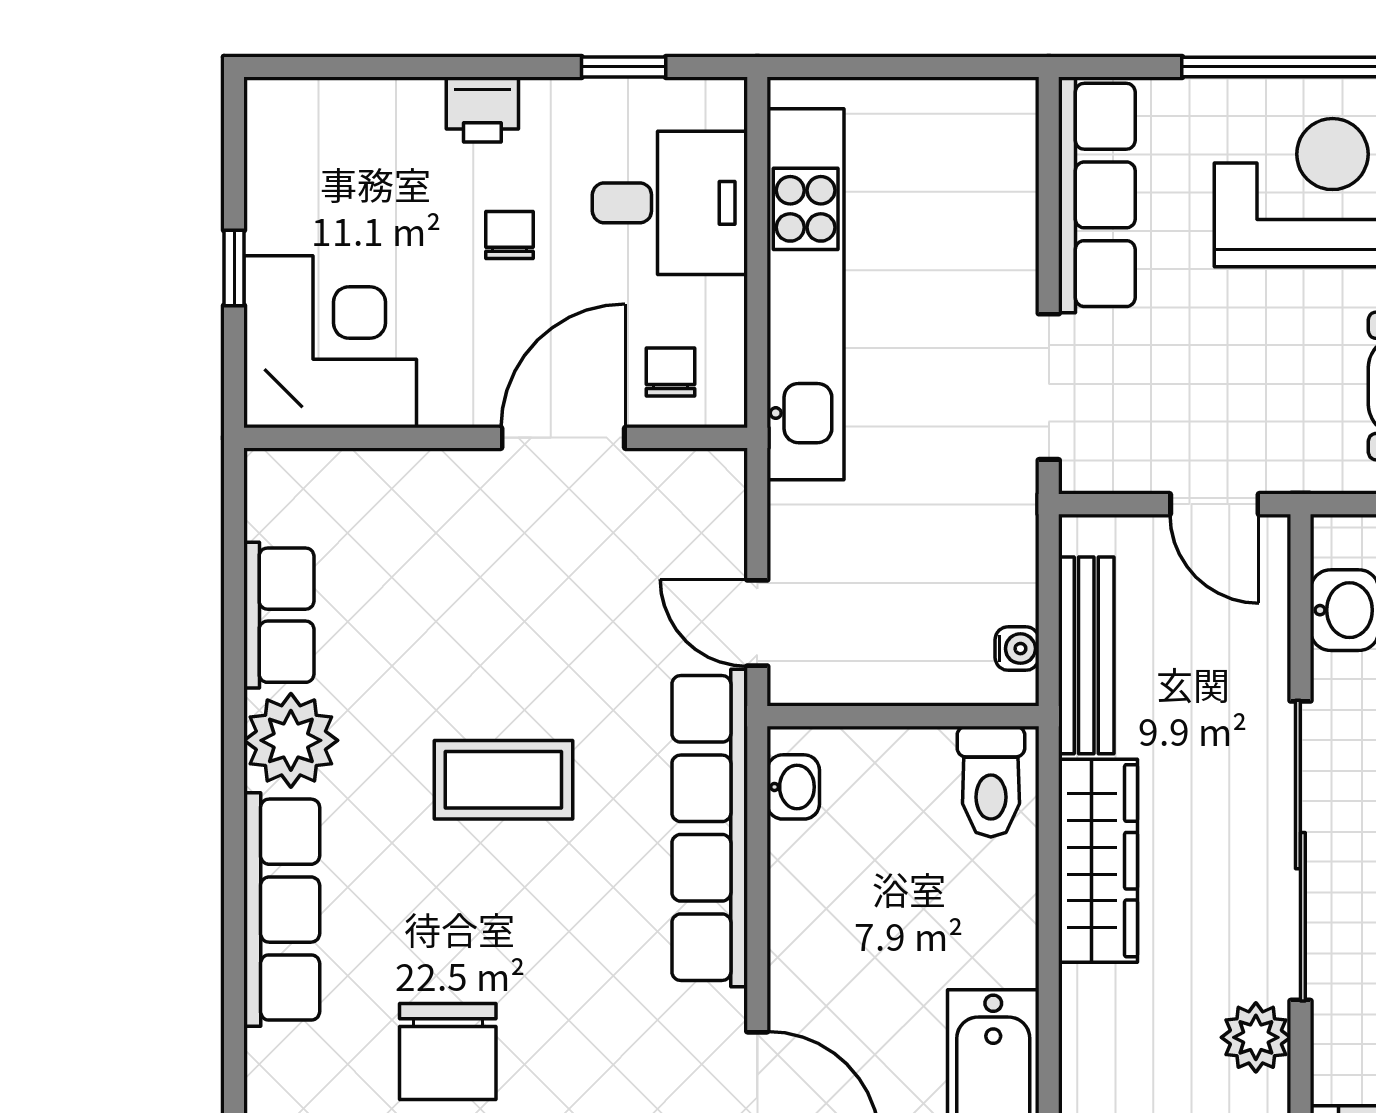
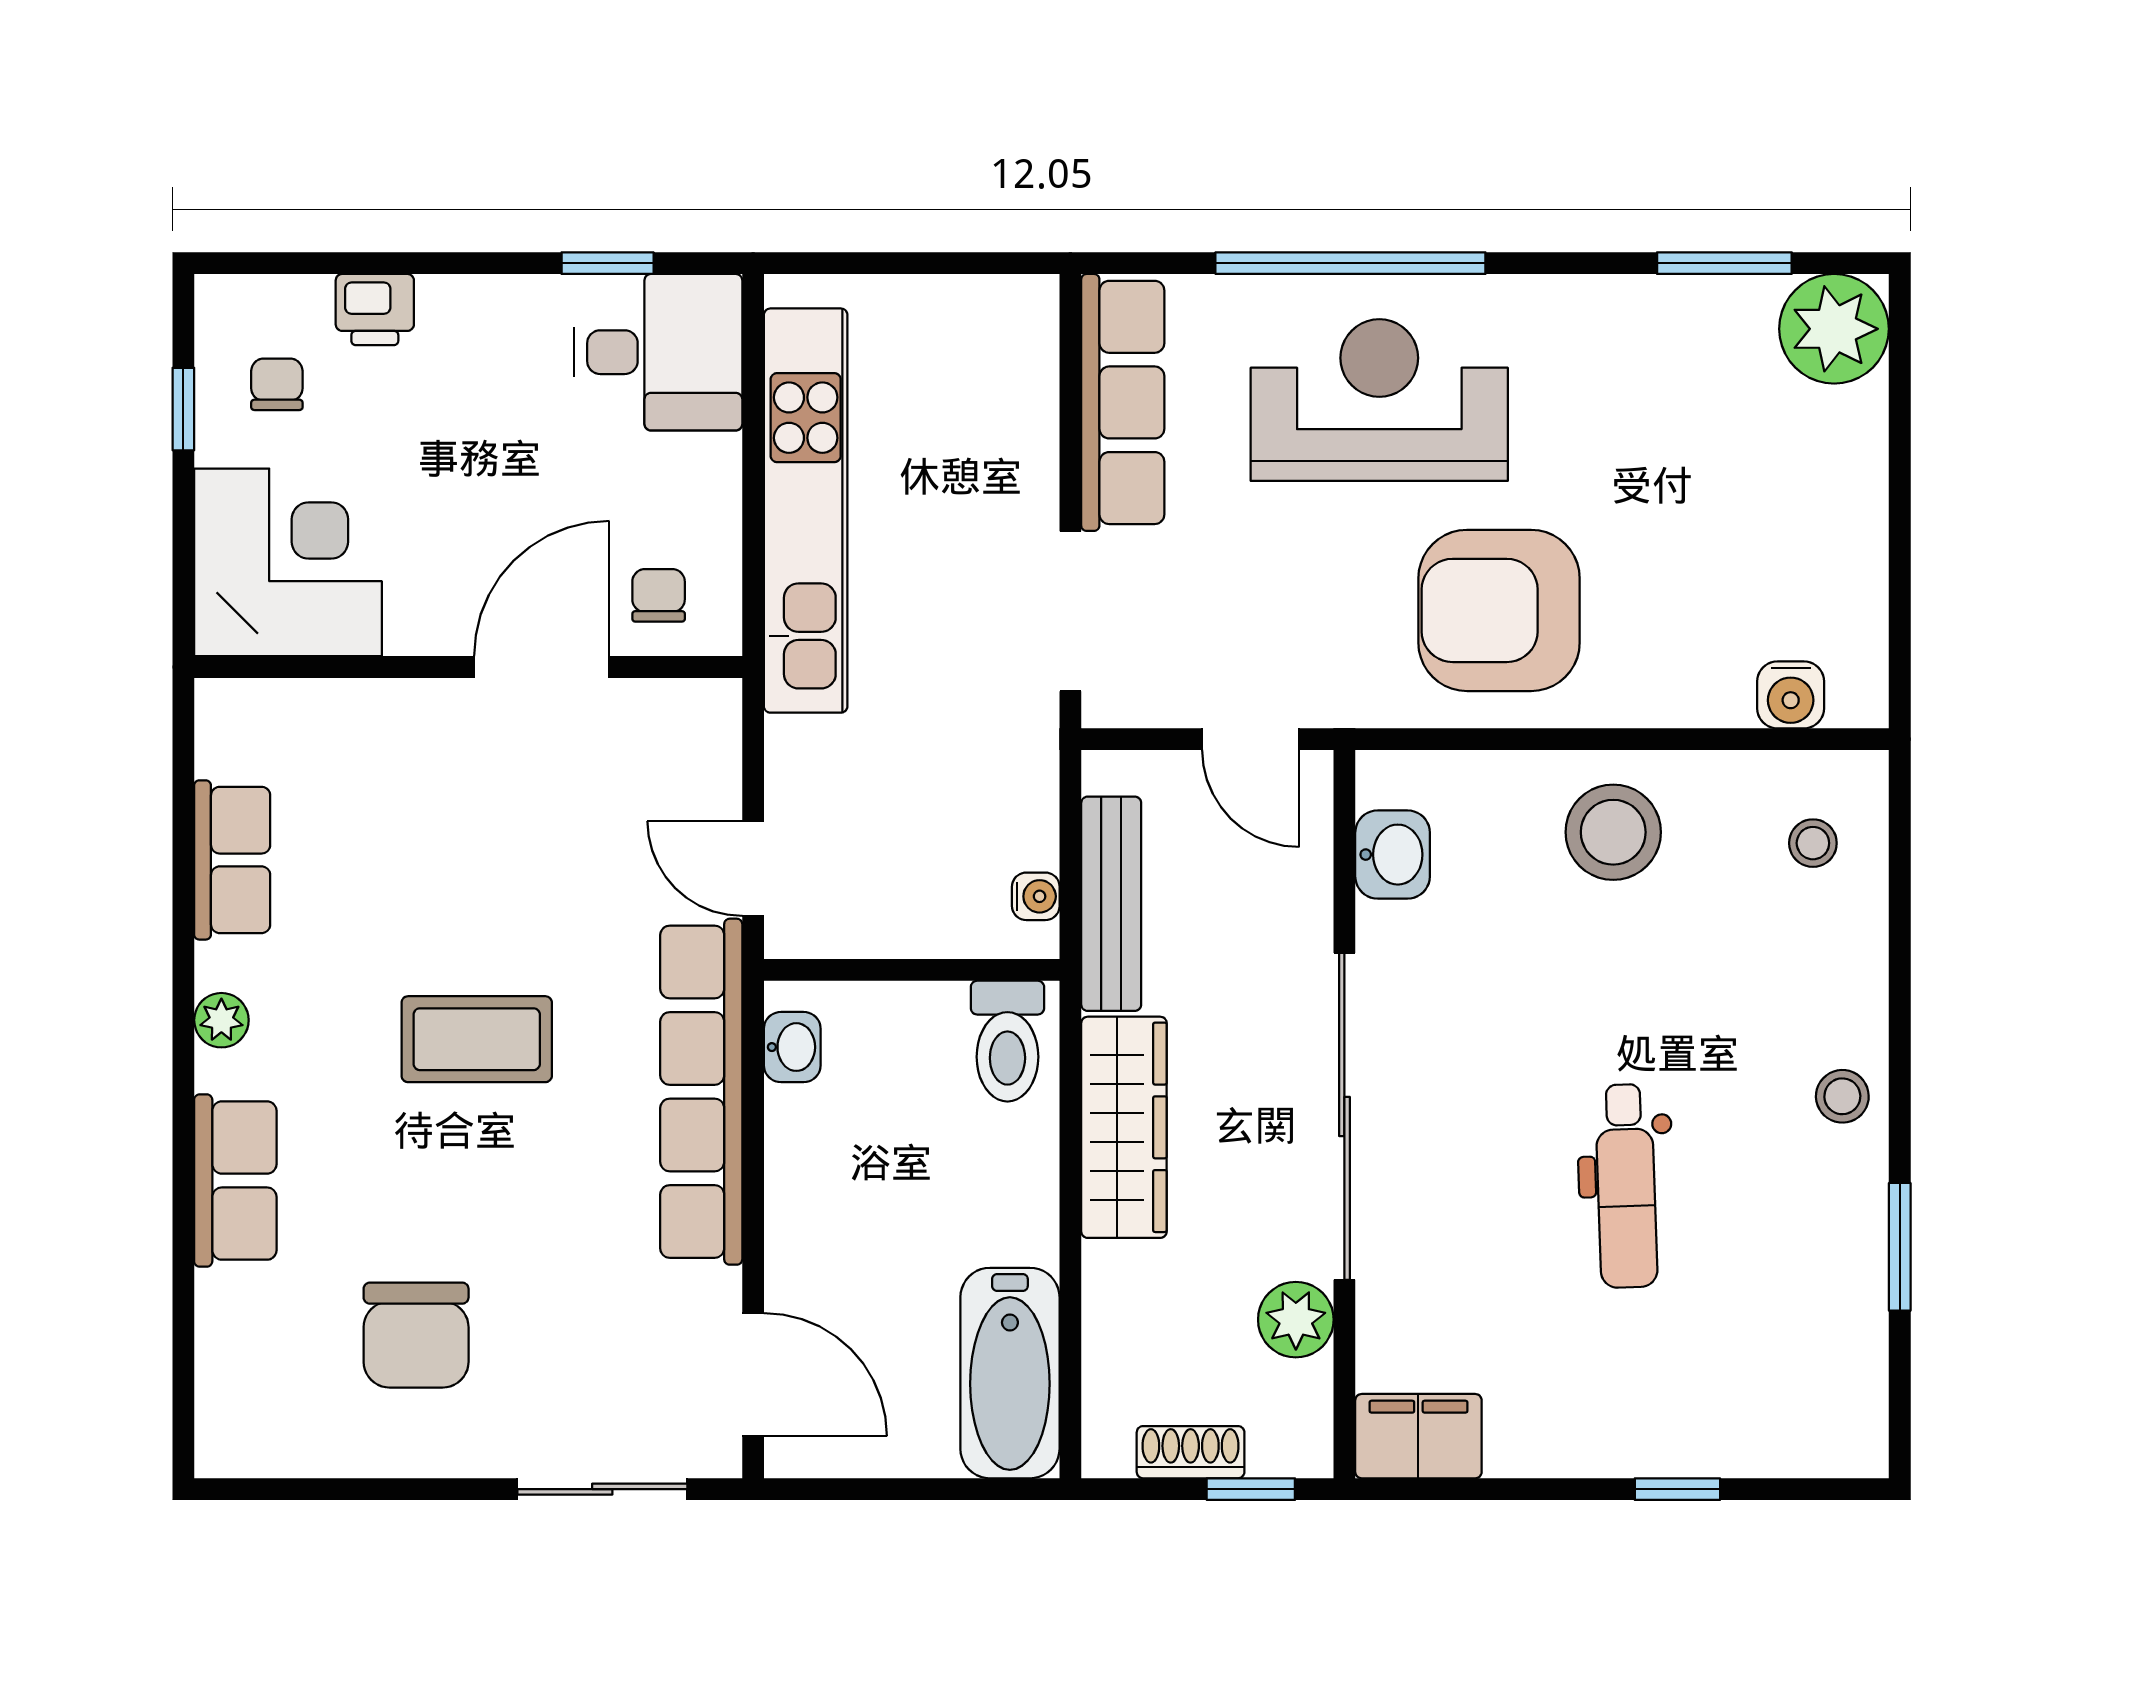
printer: (482, 110) -> (375, 310), moved
desk: (670, 203) -> (658, 352), moved
chair: (510, 235) -> (277, 384), moved
window: (234, 268) -> (183, 409), moved
plant: (291, 740) -> (221, 1020), width x0.53, depth x0.53
row of seats: (282, 910) -> (235, 1181), width x0.68

